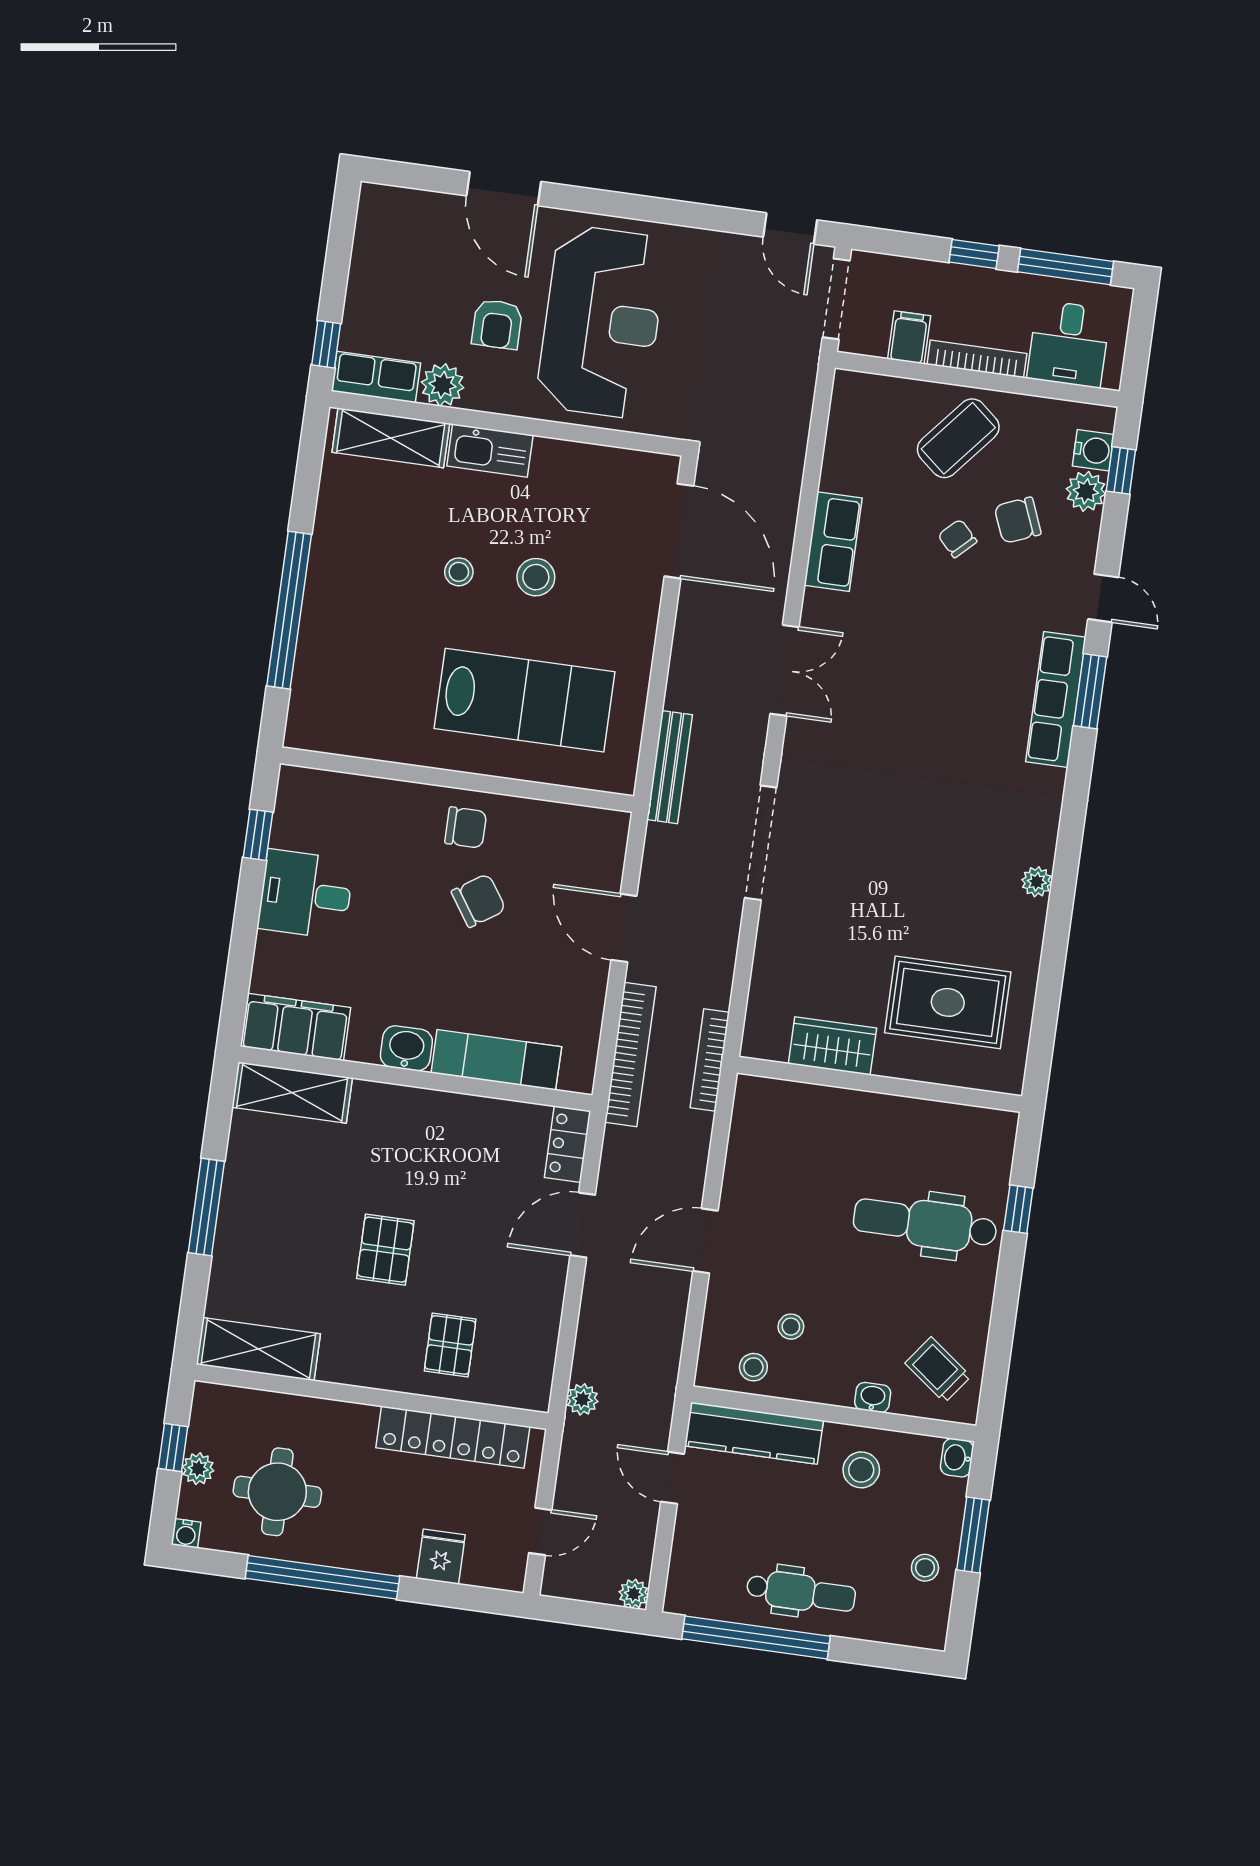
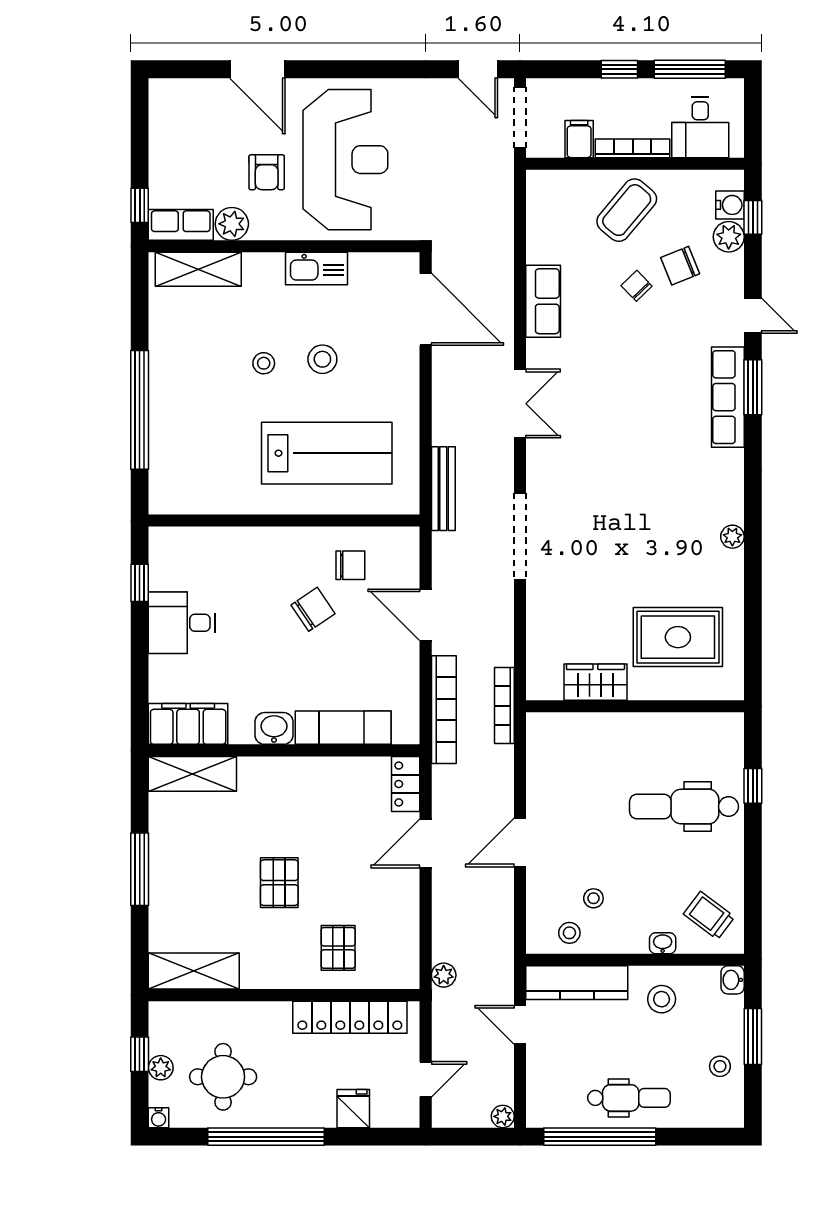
kitchen sink: (490, 451) -> (317, 268), moved
chair: (466, 828) -> (350, 565), moved

